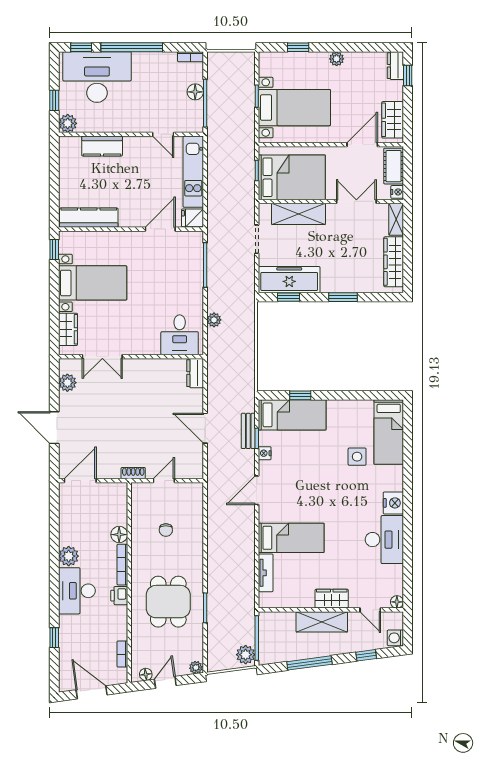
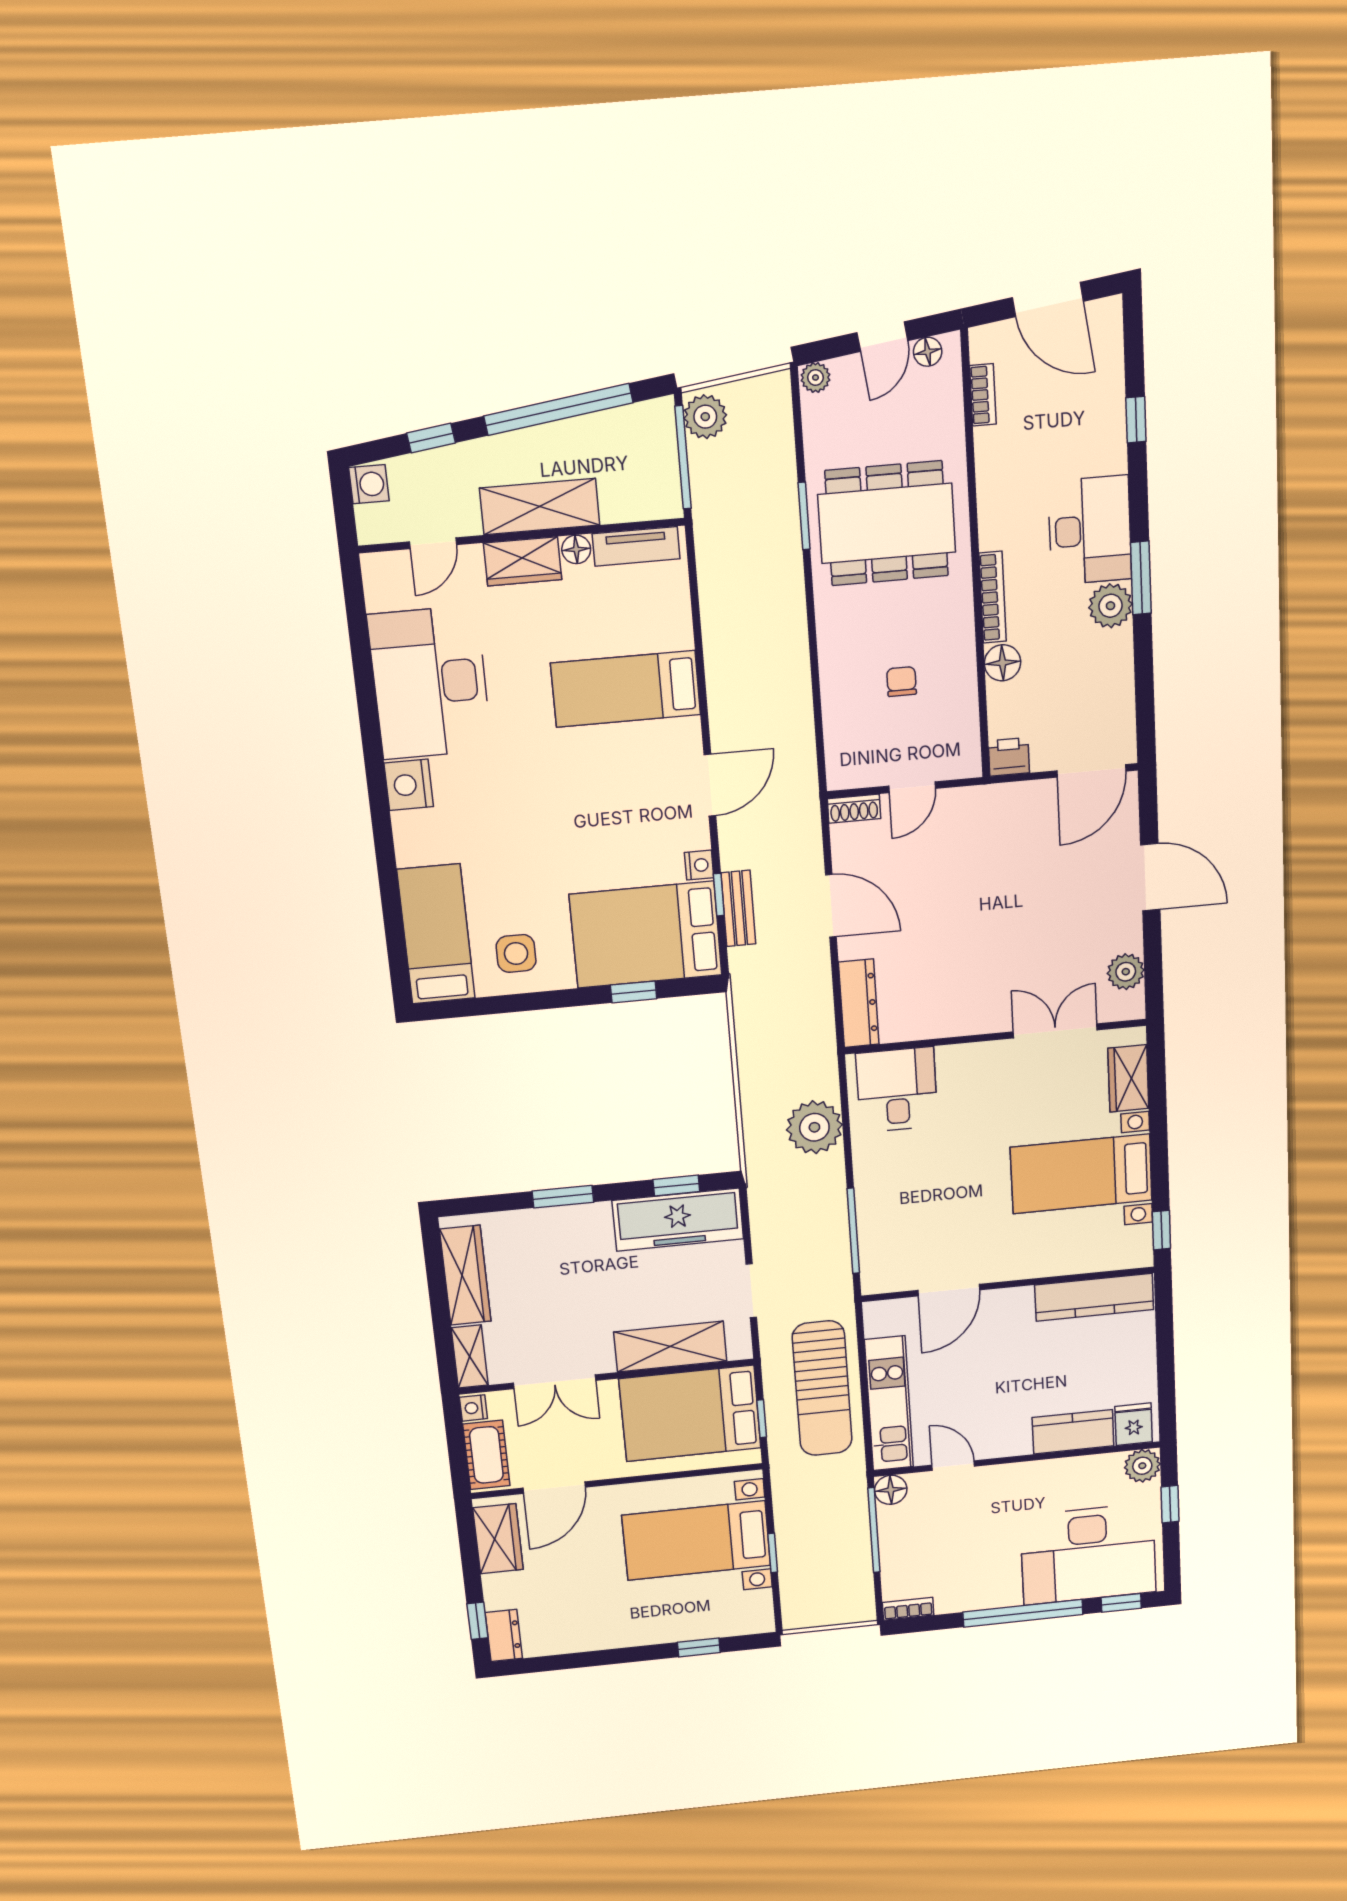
plant: (337, 59) -> (621, 1635), removed
floor lamp: (195, 92) -> (891, 1490), moved
sun lounger: (226, 184) -> (822, 1388), added
fridge: (193, 218) -> (1134, 1424), moved, turned -90
plant: (214, 320) -> (814, 1127), width x1.87, depth x1.87
dresser: (195, 373) -> (859, 1003), width x1.44
bed: (292, 415) -> (646, 935), width x1.50
side table: (357, 457) -> (516, 953), moved
shoe rack: (133, 473) -> (854, 809), moved
desk: (384, 540) -> (430, 683), width x1.36, depth x1.30
window: (54, 567) -> (1141, 578), added
tv unit: (266, 573) -> (636, 546), moved, turned -90
printer: (119, 596) -> (1009, 757), moved, turned -90
dining table: (168, 602) -> (887, 523), width x1.38
floor lamp: (397, 602) -> (576, 549), moved
door: (370, 610) -> (433, 543), swing flipped
window: (309, 663) -> (558, 409), width x1.46

